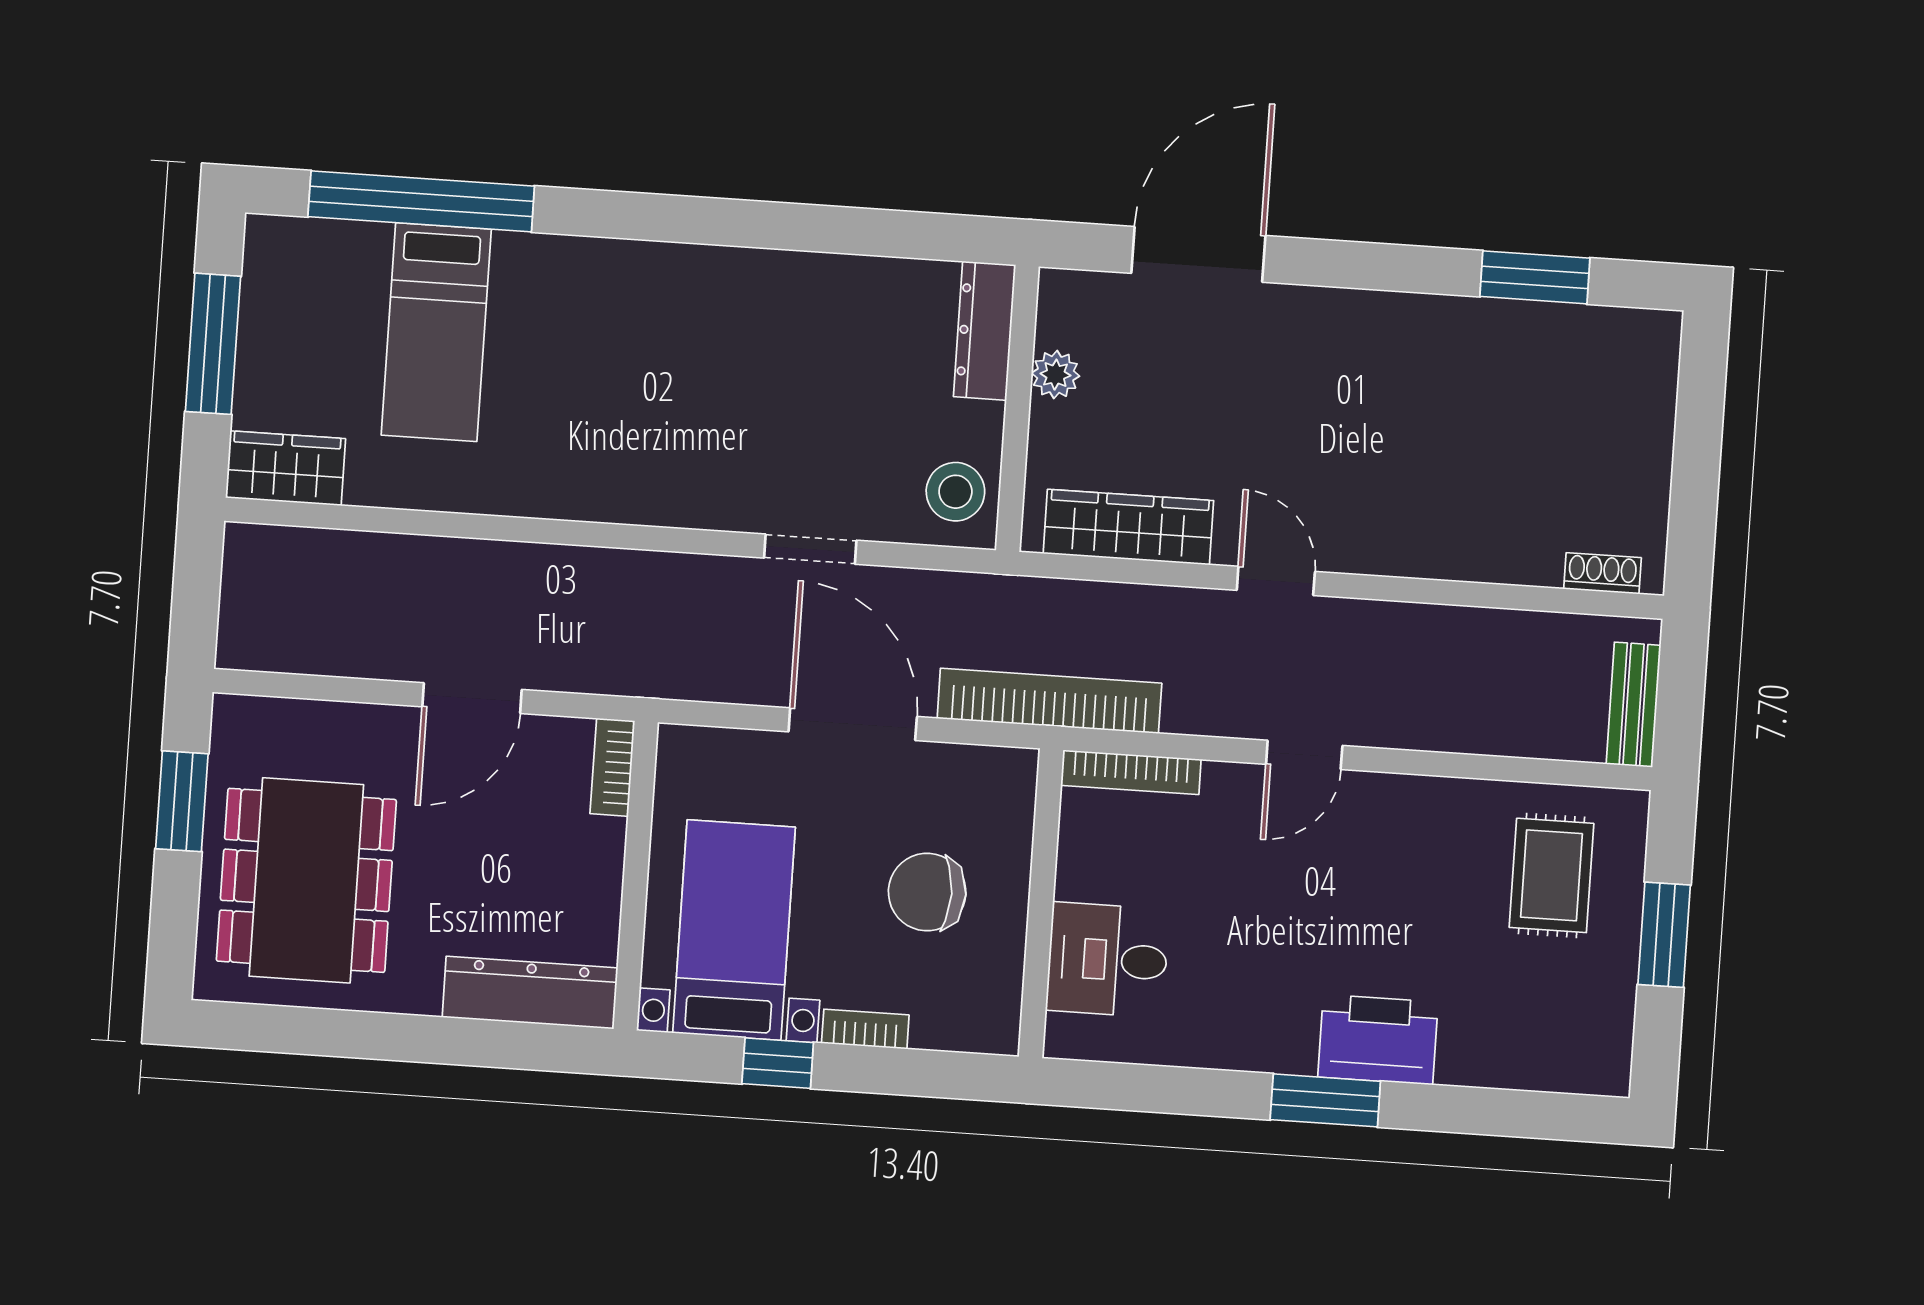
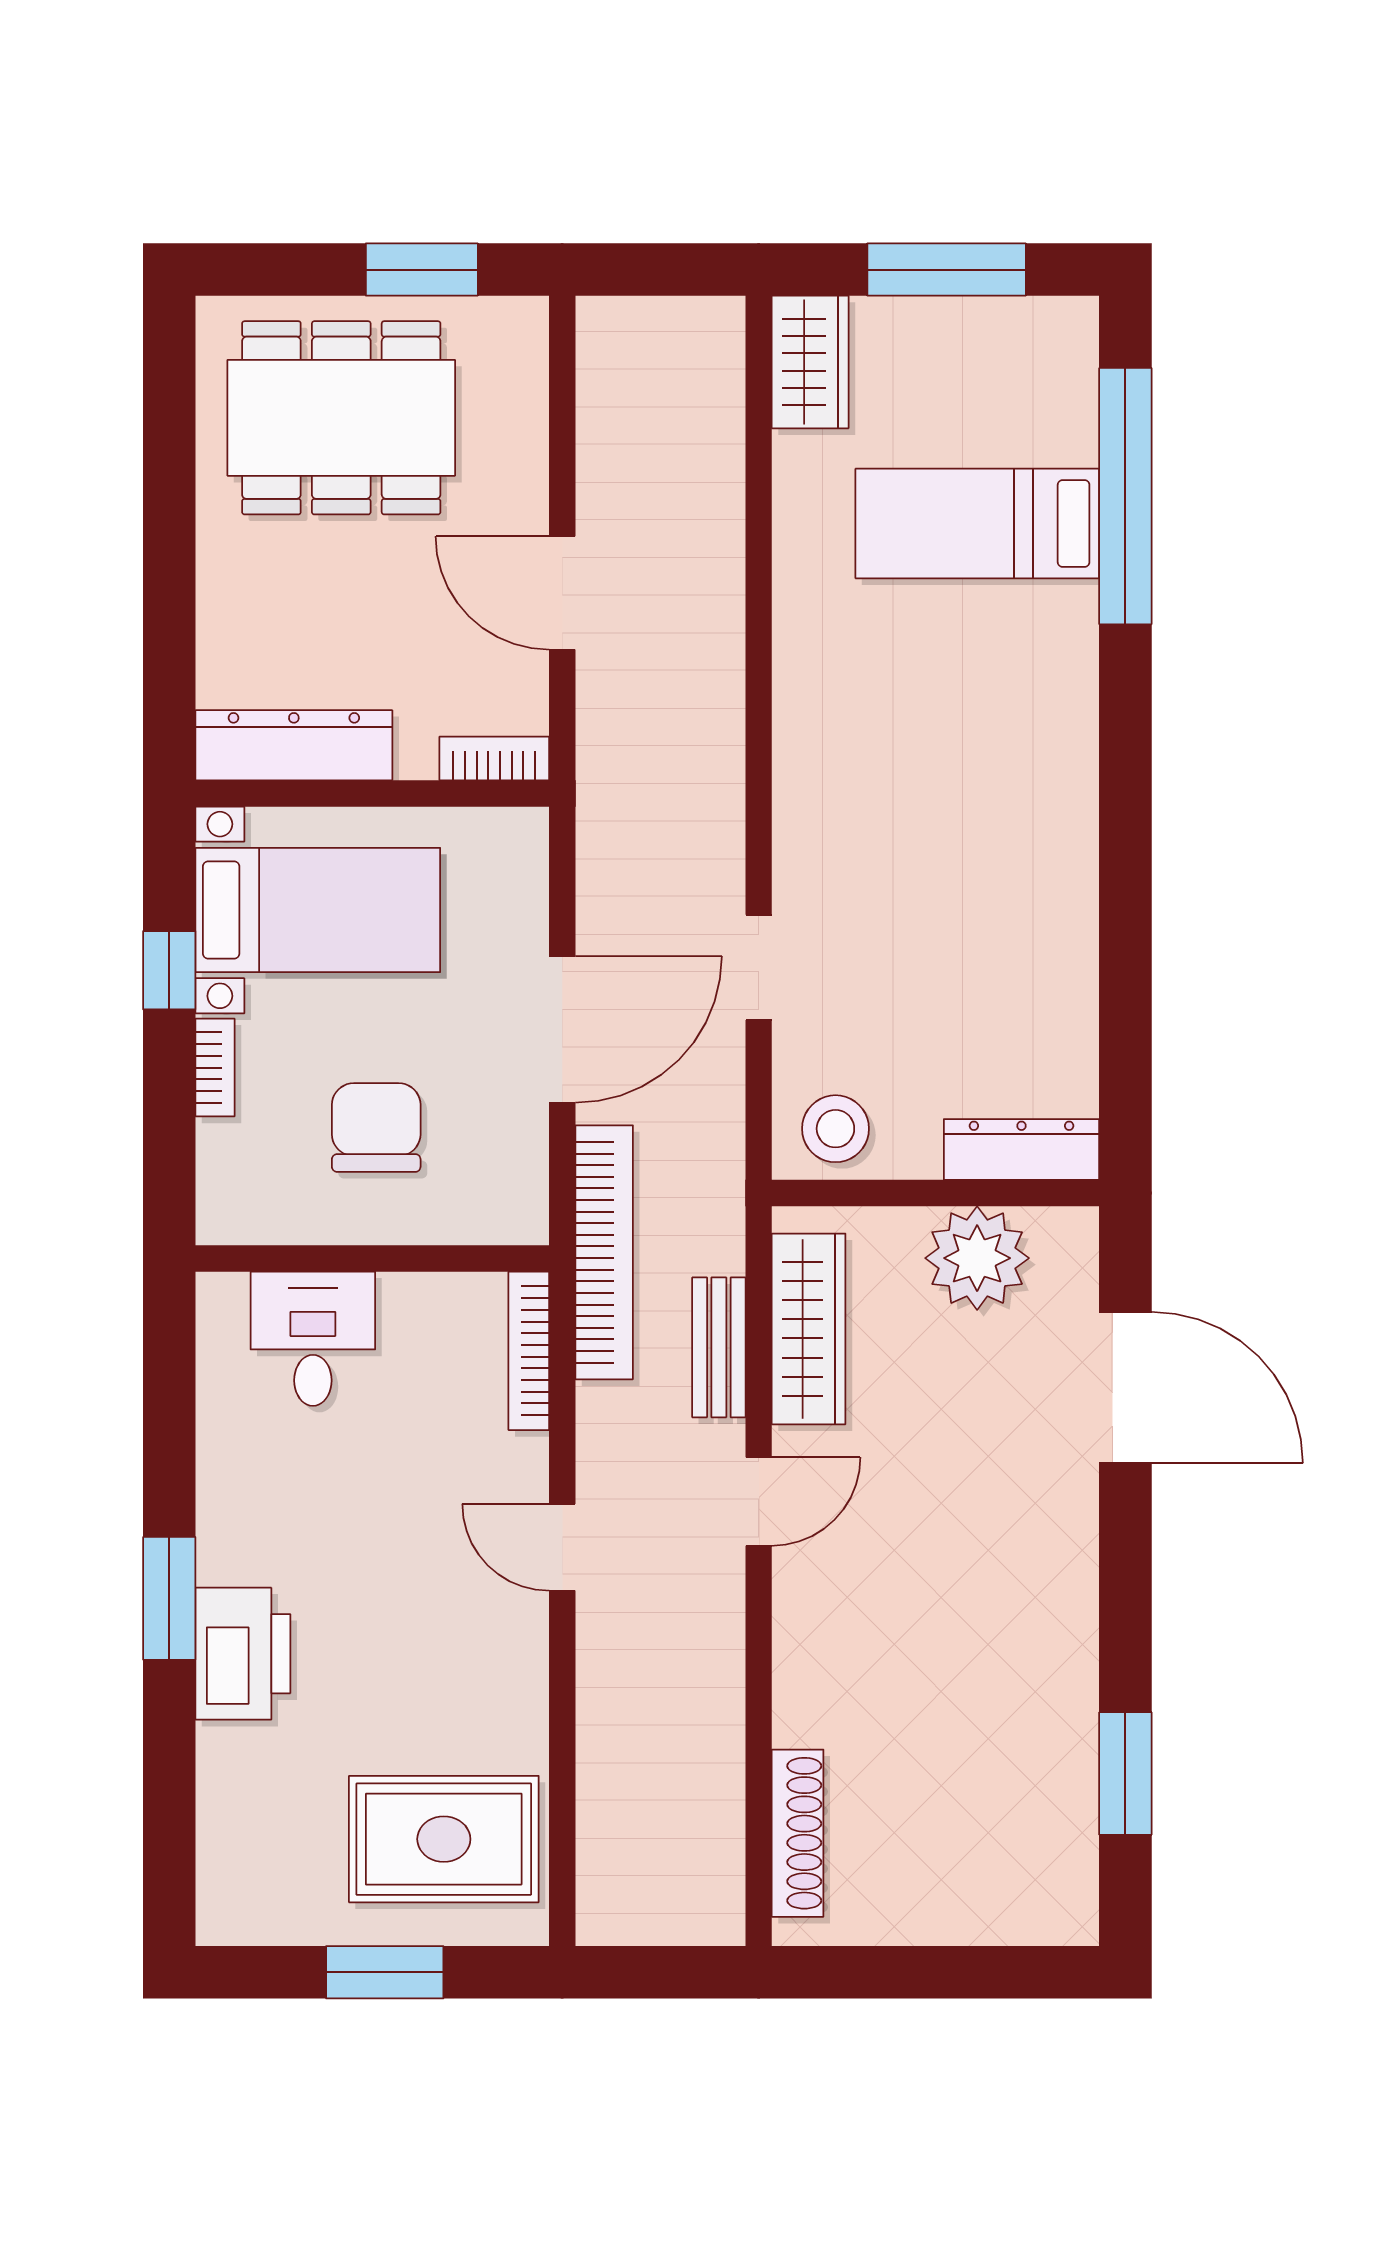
plant: (1055, 375) -> (977, 1258), width x1.87, depth x1.87
shoe rack: (1602, 573) -> (798, 1833), width x1.94, depth x1.24
bench: (1633, 705) -> (719, 1347), moved, turned 90
rug: (1552, 875) -> (444, 1839), width x1.36, depth x1.43
dresser: (530, 993) -> (294, 745), moved, turned -90

